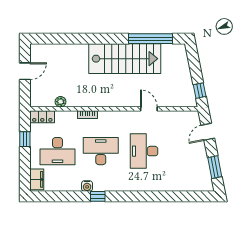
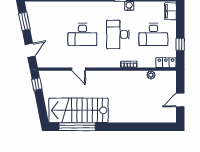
stairs: (125, 59) -> (78, 110), moved
desk: (58, 151) -> (153, 34), turned 180
desk: (101, 151) -> (118, 34), turned 90
desk: (144, 151) -> (82, 34), turned 90

